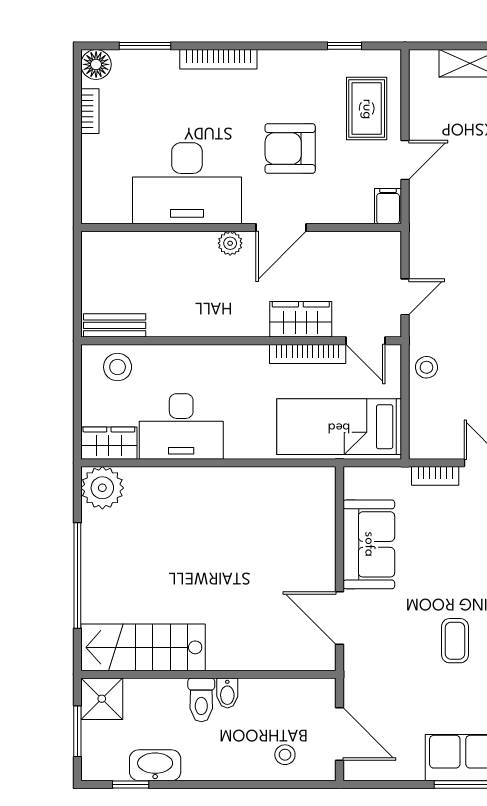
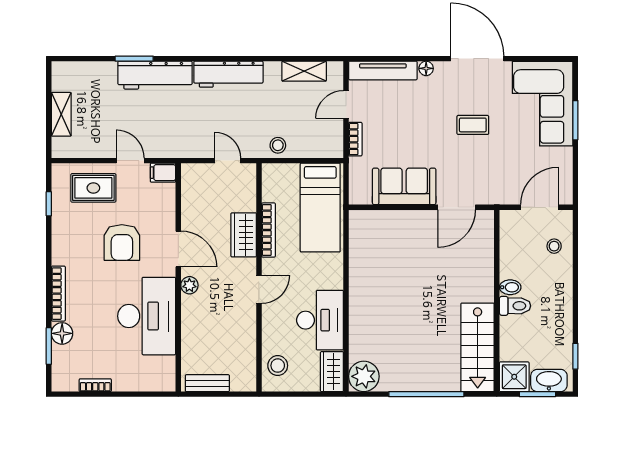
floor lamp: (96, 64) -> (62, 333), moved
bench: (115, 325) -> (207, 383), moved, turned 90
door: (365, 341) -> (259, 289), moved
washbasin: (155, 765) -> (549, 380), moved, turned 90

